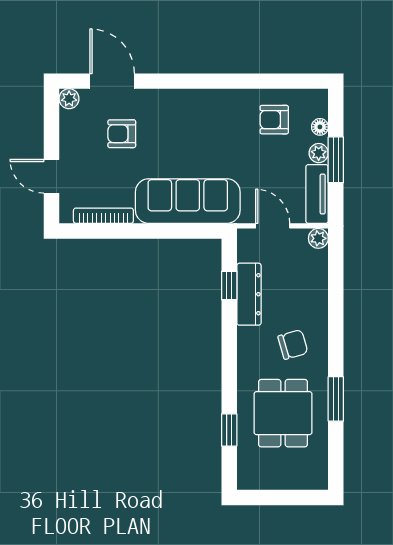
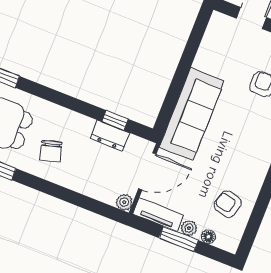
armchair: (274, 120) -> (228, 204), turned -76
bookcase: (103, 216) -> (206, 46), removed
door: (273, 226) -> (147, 171), width x1.38
dresser: (249, 294) -> (110, 136), width x0.70

